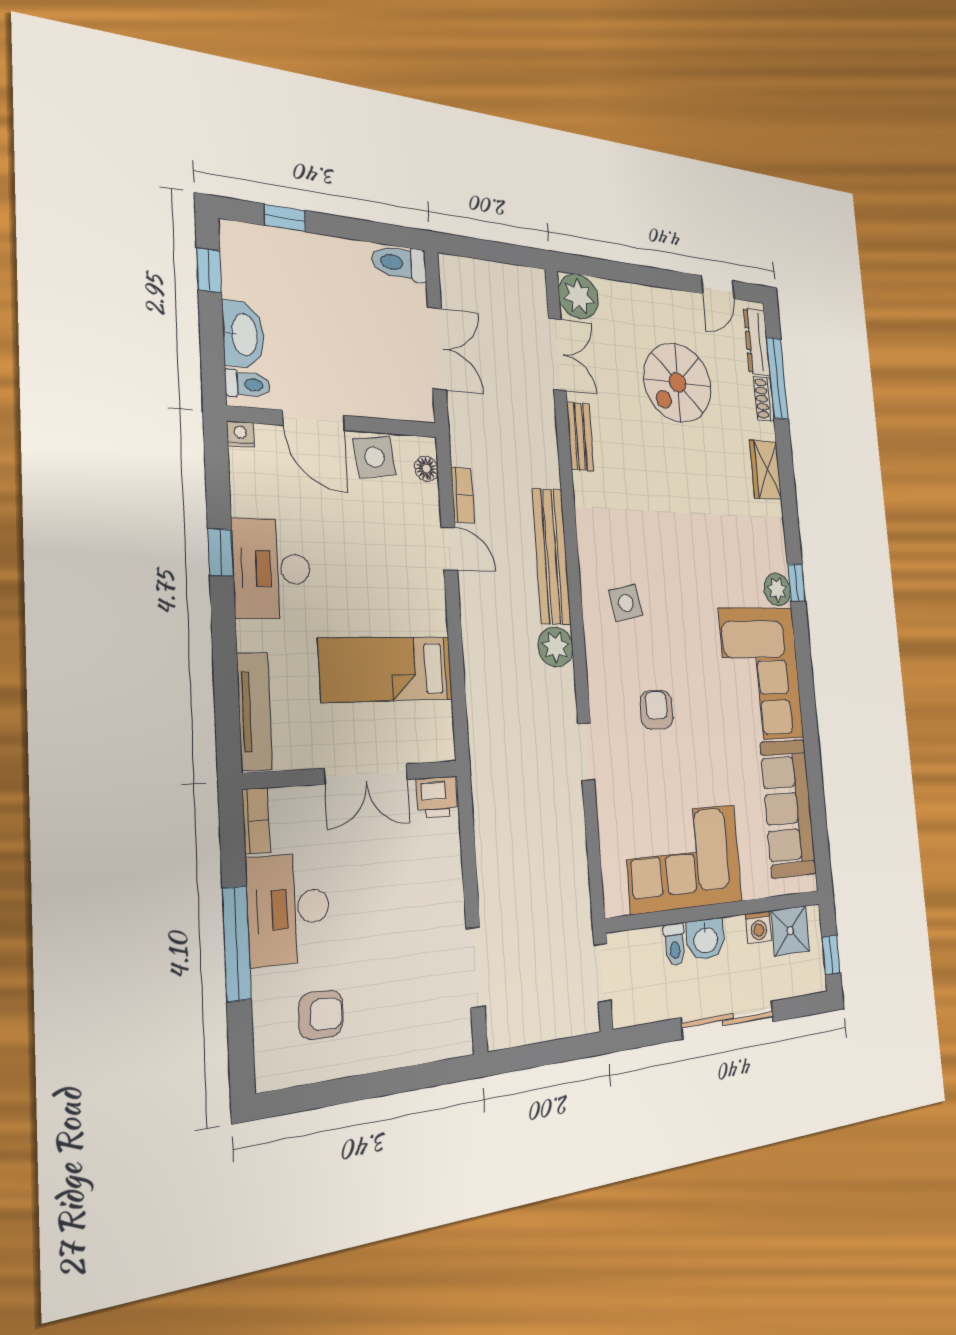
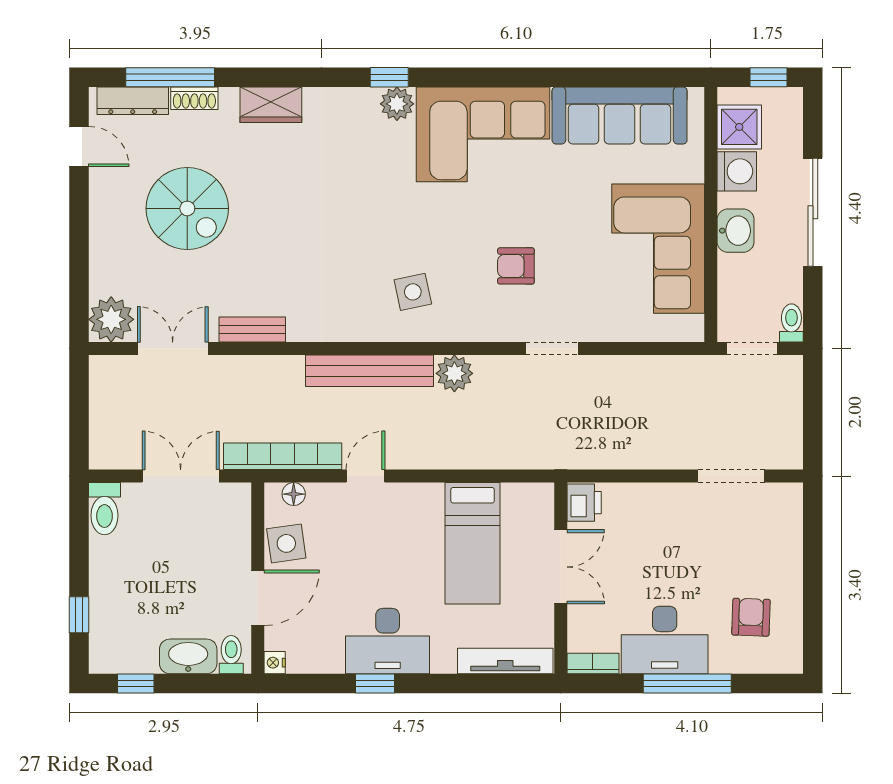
bookcase: (463, 495) -> (283, 456), width x2.31, depth x1.31
washing machine: (759, 927) -> (737, 171), width x1.38, depth x1.38
toilet: (675, 944) -> (791, 323), moved, turned -90

